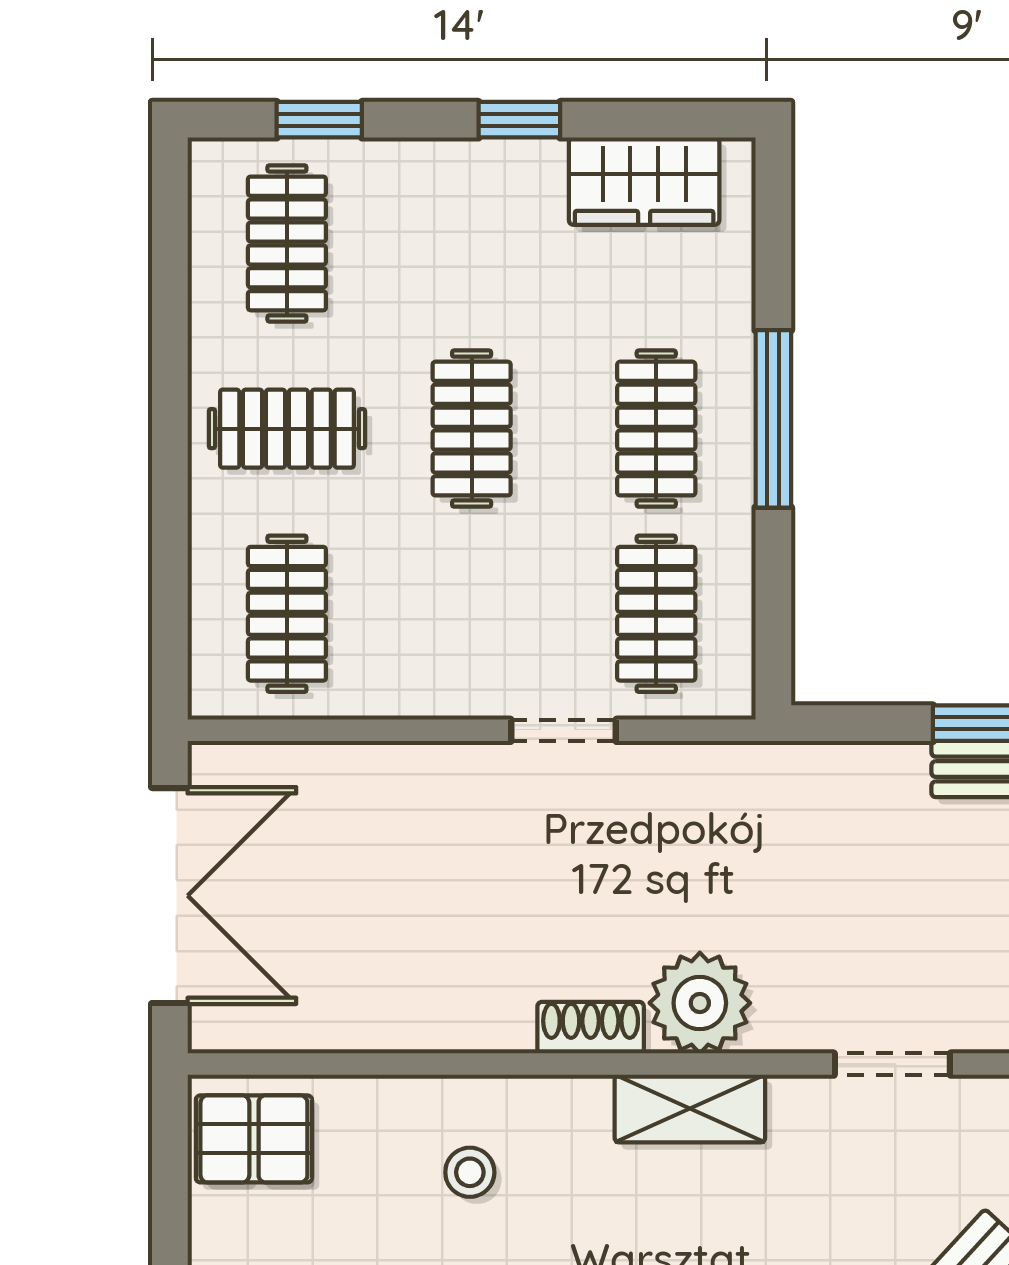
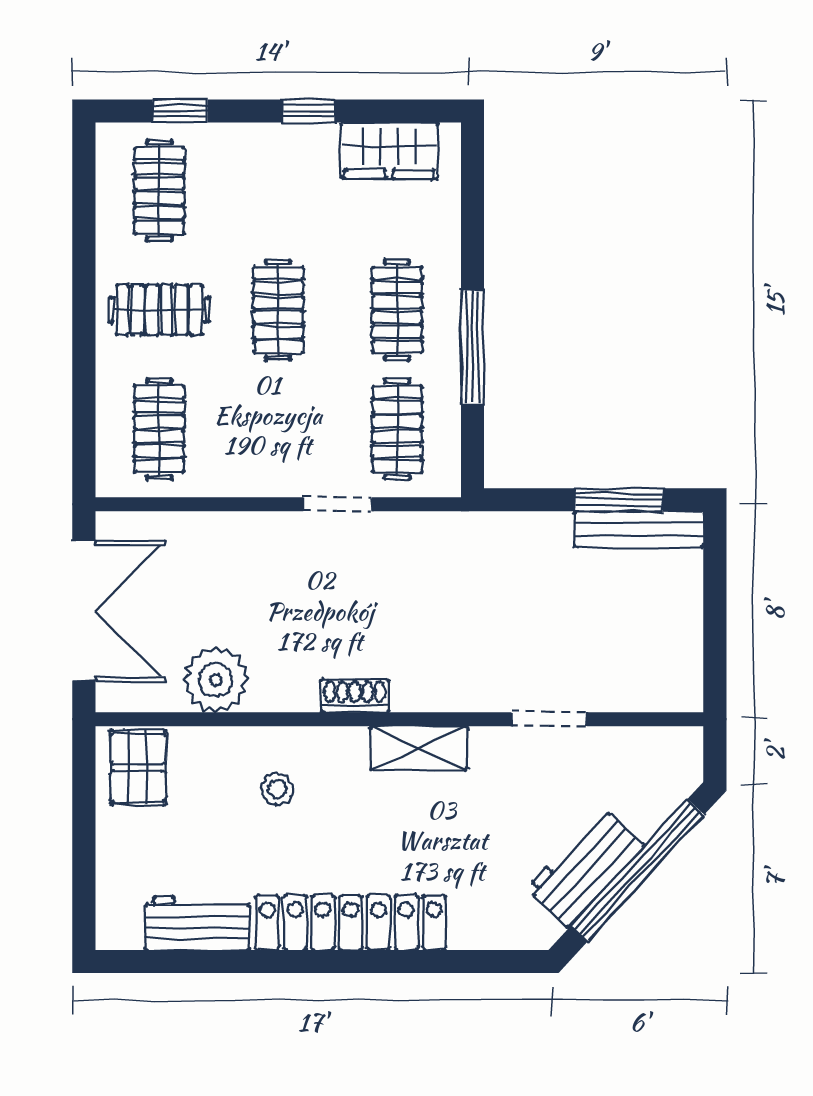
window: (773, 419) -> (473, 347), moved
plant: (700, 1003) -> (216, 680), moved
pallet: (254, 1139) -> (138, 767), turned 90

